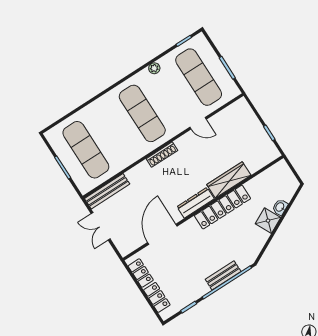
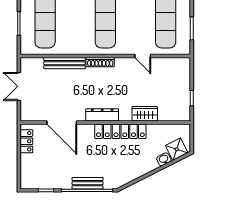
wardrobe: (229, 180) -> (145, 114), width x0.67
bench: (107, 191) -> (64, 63), moved
shower: (268, 221) -> (177, 149), moved
door: (162, 234) -> (62, 123), swing flipped
locker: (157, 297) -> (27, 168), removed

